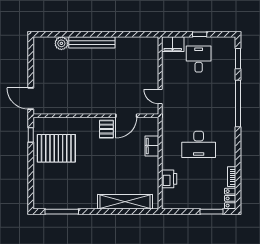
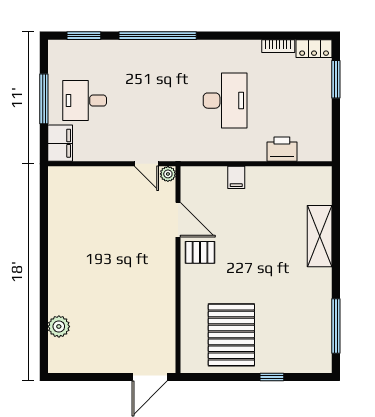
window: (200, 34) -> (44, 99), width x2.17
bench: (92, 42) -> (57, 276), removed
door: (160, 97) -> (146, 164), hinge flipped
plant: (154, 110) -> (168, 174), added
window: (31, 135) -> (272, 377), moved
filing cabinet: (152, 146) -> (236, 177), width x0.50
shelving: (125, 202) -> (320, 236), width x0.68

